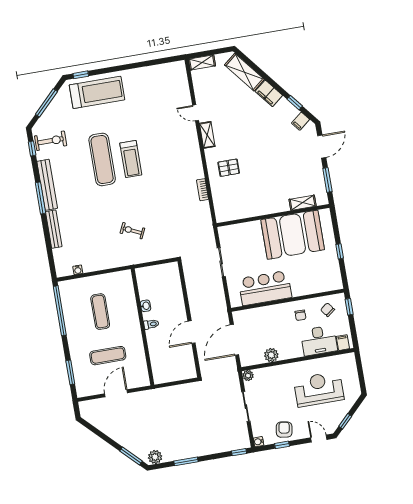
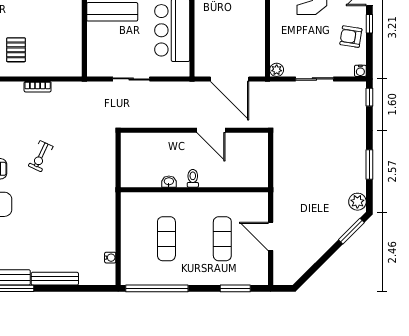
exercise bike: (132, 231) -> (41, 156), moved
exercise mat: (100, 312) -> (166, 239), turned 90
plant: (271, 355) -> (256, 37), removed
window: (282, 445) -> (369, 24), moved

